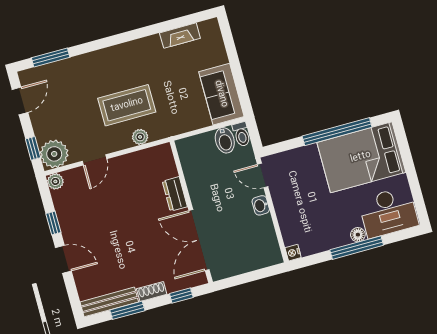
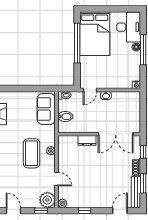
sofa: (221, 94) -> (46, 109), moved, turned 90
bidet: (225, 140) -> (65, 116), moved
door: (63, 259) -> (120, 211), moved

